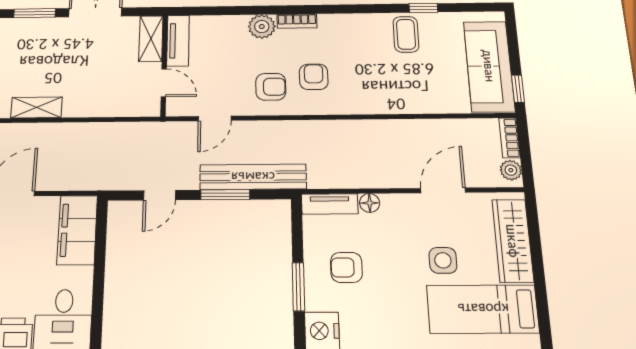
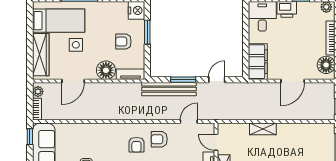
shelving: (37, 107) -> (263, 129), moved
floor lamp: (370, 203) -> (106, 70), width x1.89, depth x1.89
armchair: (346, 267) -> (123, 42), turned 180

